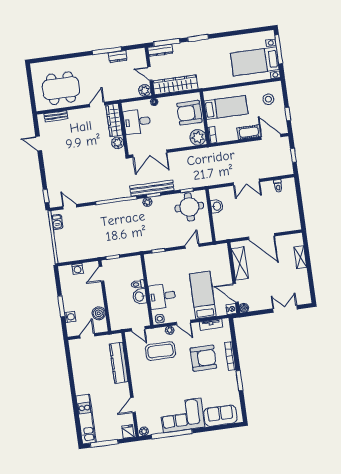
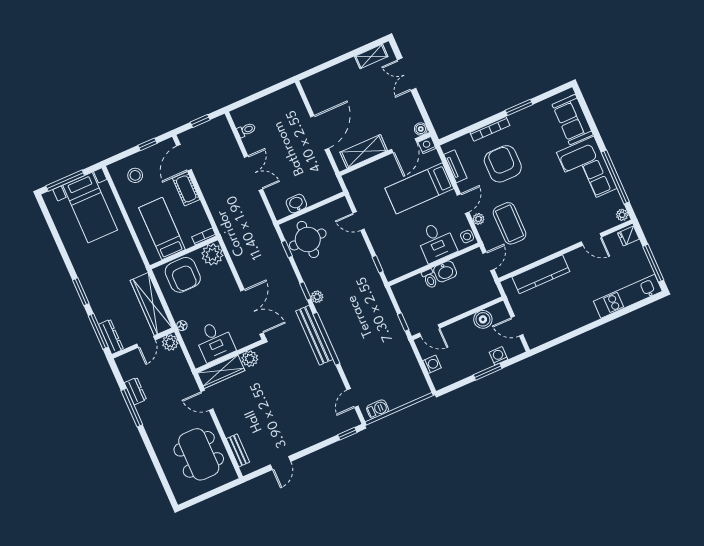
bench: (152, 188) -> (314, 335), moved
shelving: (300, 257) -> (371, 56), moved

